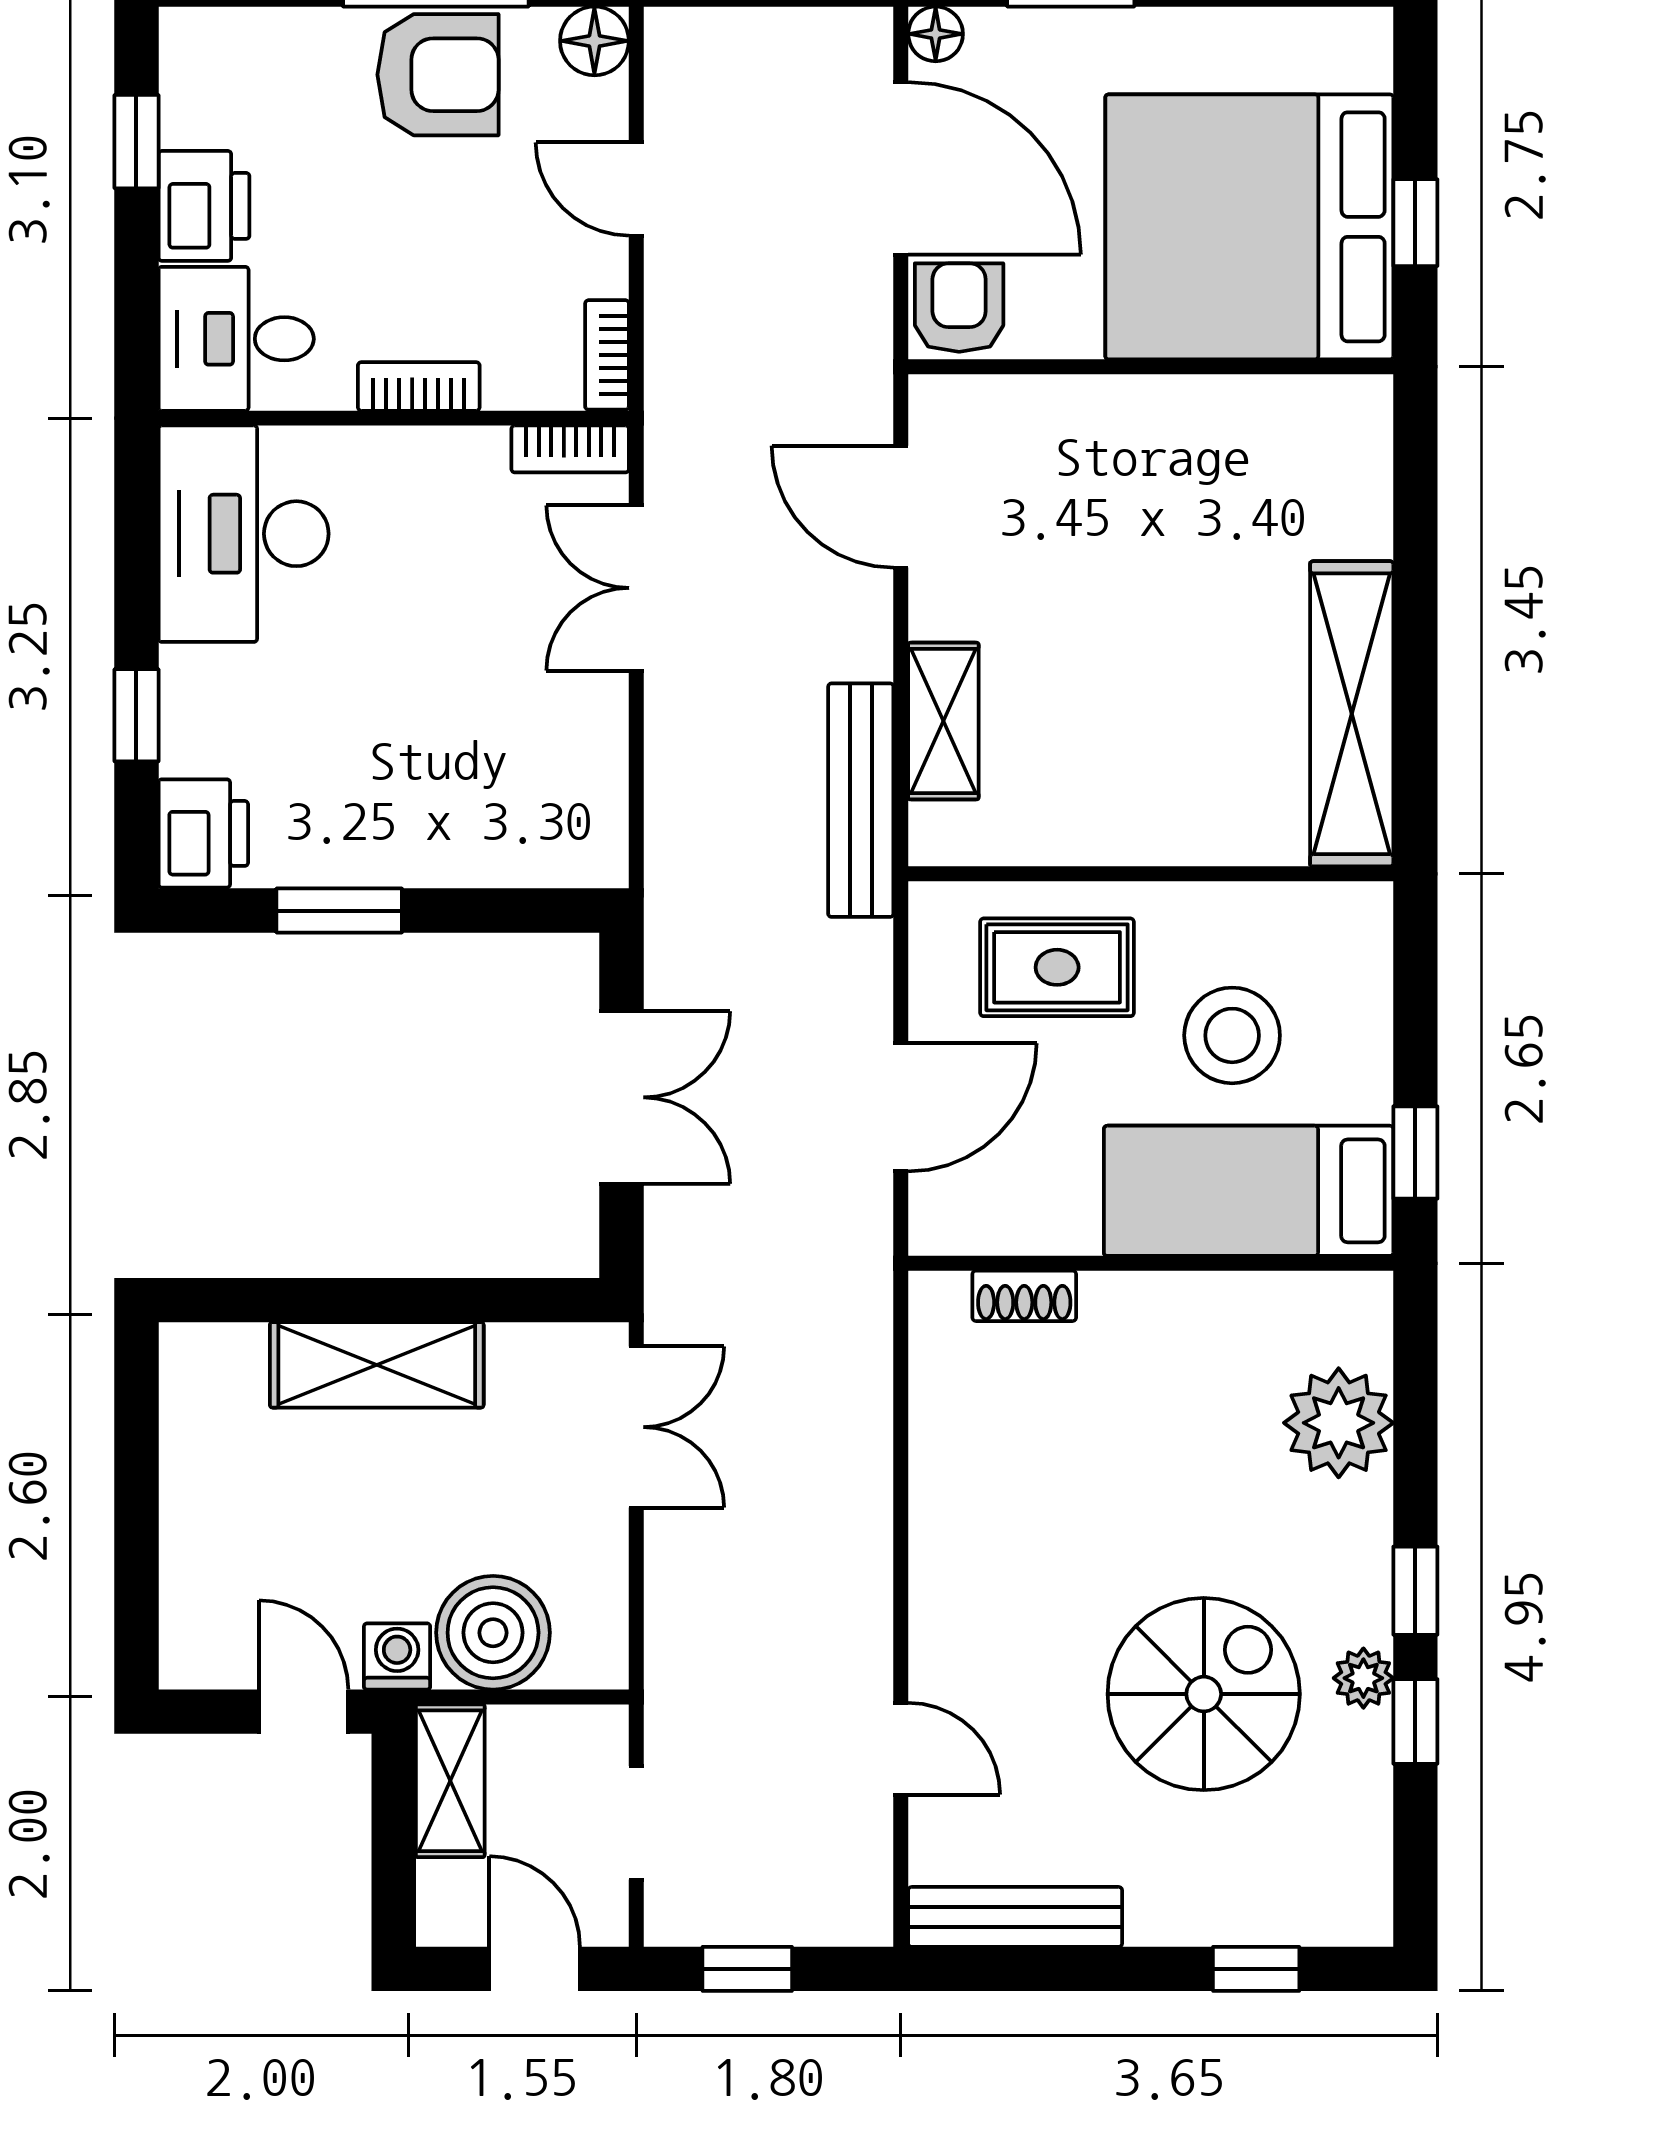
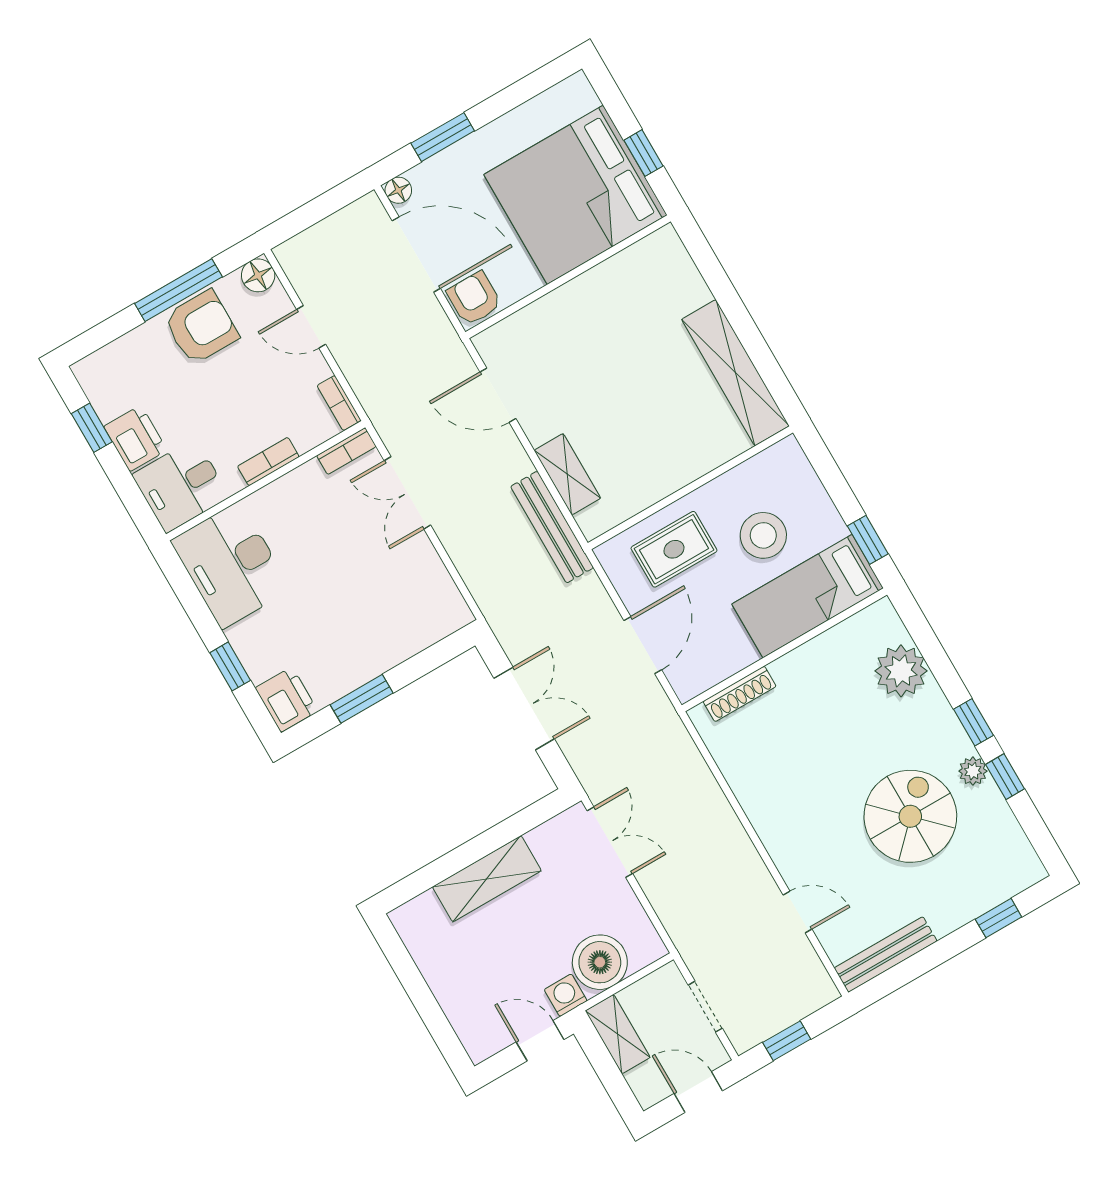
shoe rack: (1024, 1296) -> (740, 694), width x1.43

